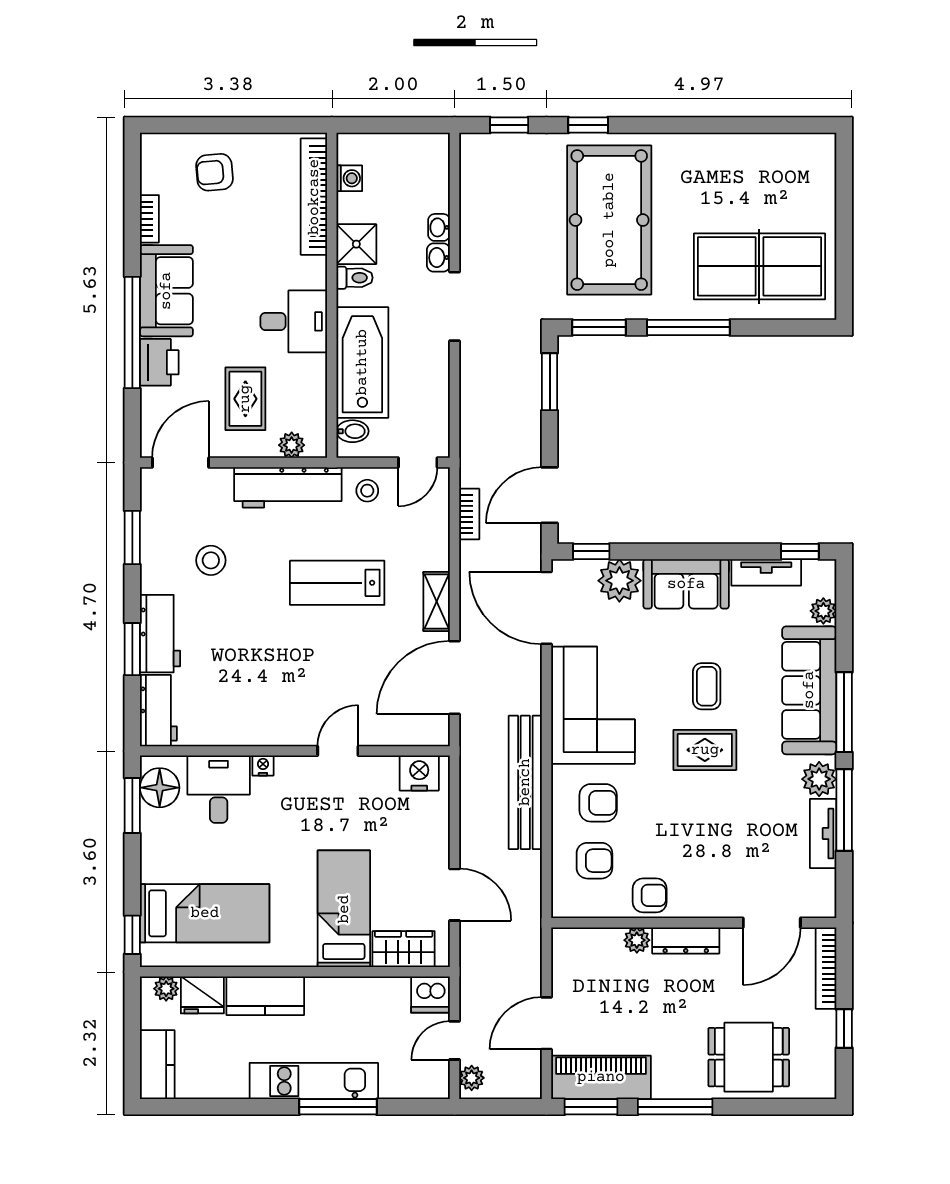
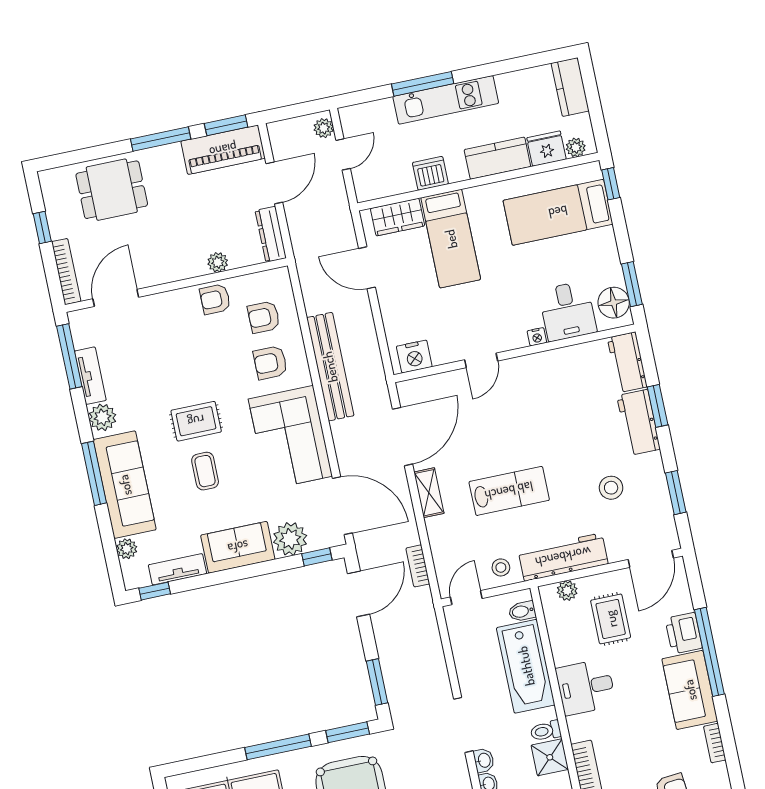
window: (844, 810) -> (69, 356), moved
dresser: (686, 940) -> (271, 234), moved, turned -90
dishwasher: (430, 995) -> (430, 173), moved

